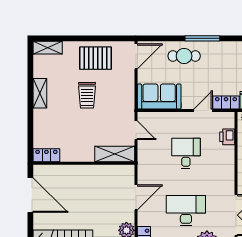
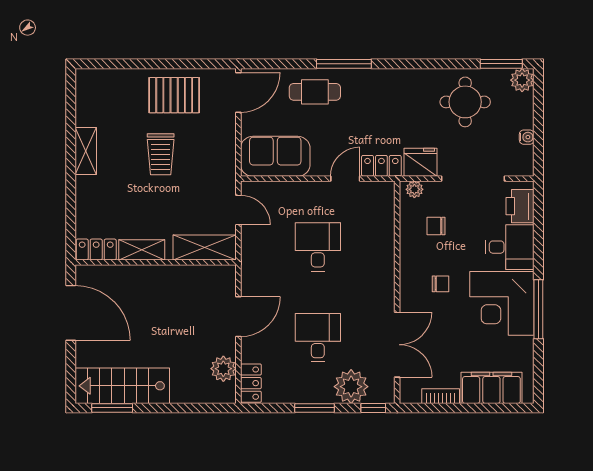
shelving: (48, 48) -> (142, 250), moved
printer: (227, 137) -> (383, 220), removed
desk: (186, 211) -> (318, 338), width x0.73

